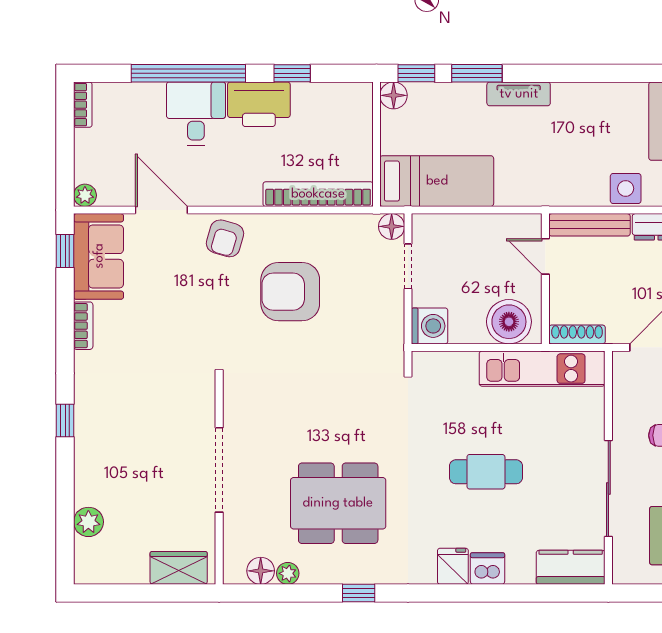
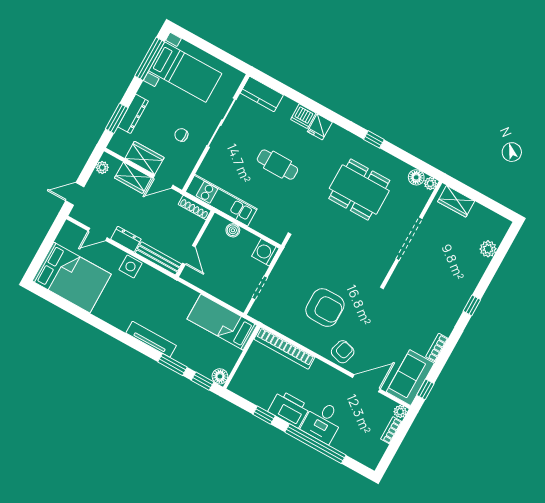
tv unit: (519, 94) -> (151, 339), width x1.41
bookcase: (83, 105) -> (391, 430), moved
door: (161, 210) -> (366, 383), swing flipped
floor lamp: (392, 226) -> (257, 312), removed
boiler: (509, 322) -> (233, 230), width x0.54, depth x0.54
plant: (288, 573) -> (430, 184), moved

